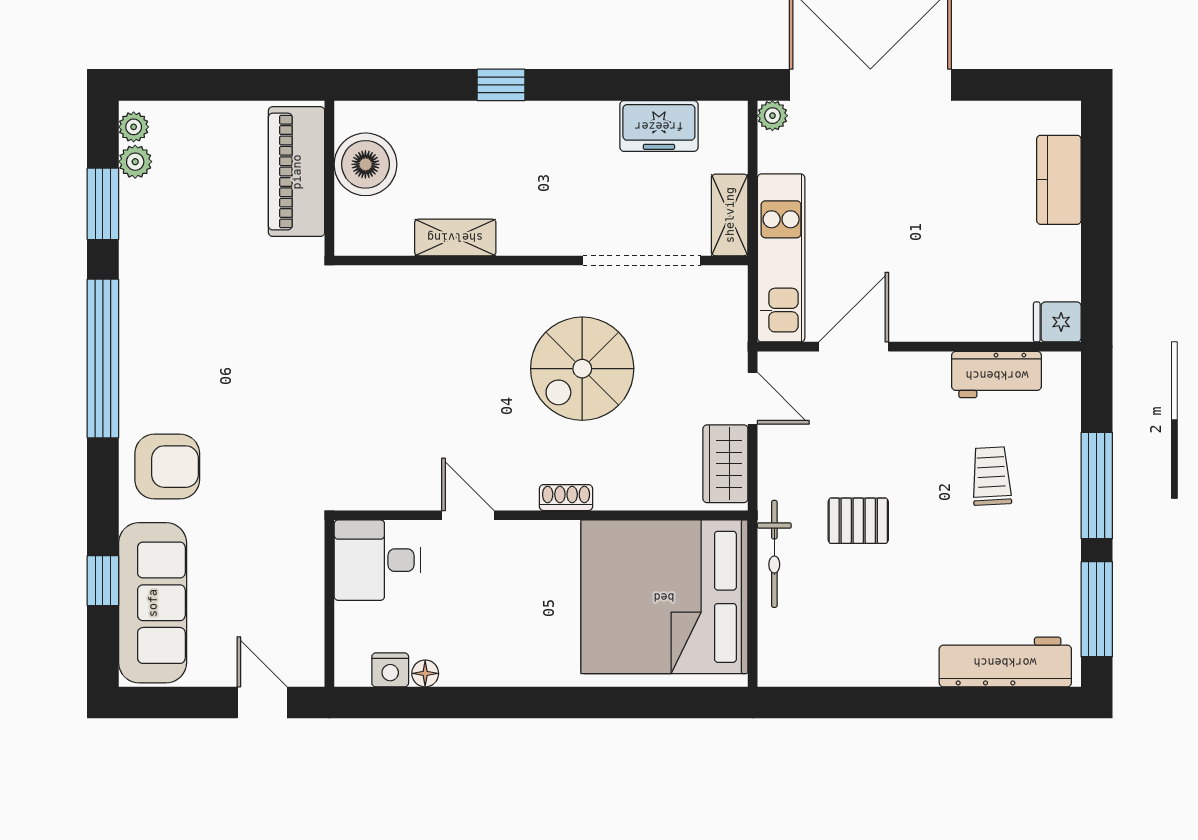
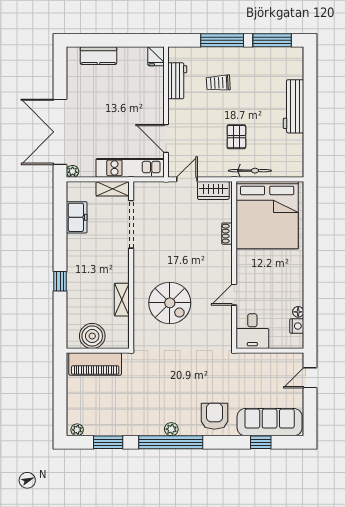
plant: (135, 162) -> (171, 429), moved
spiral stairs: (582, 369) -> (170, 303), moved
shoe rack: (566, 498) -> (227, 234), moved
workbench: (1005, 662) -> (294, 106), moved

